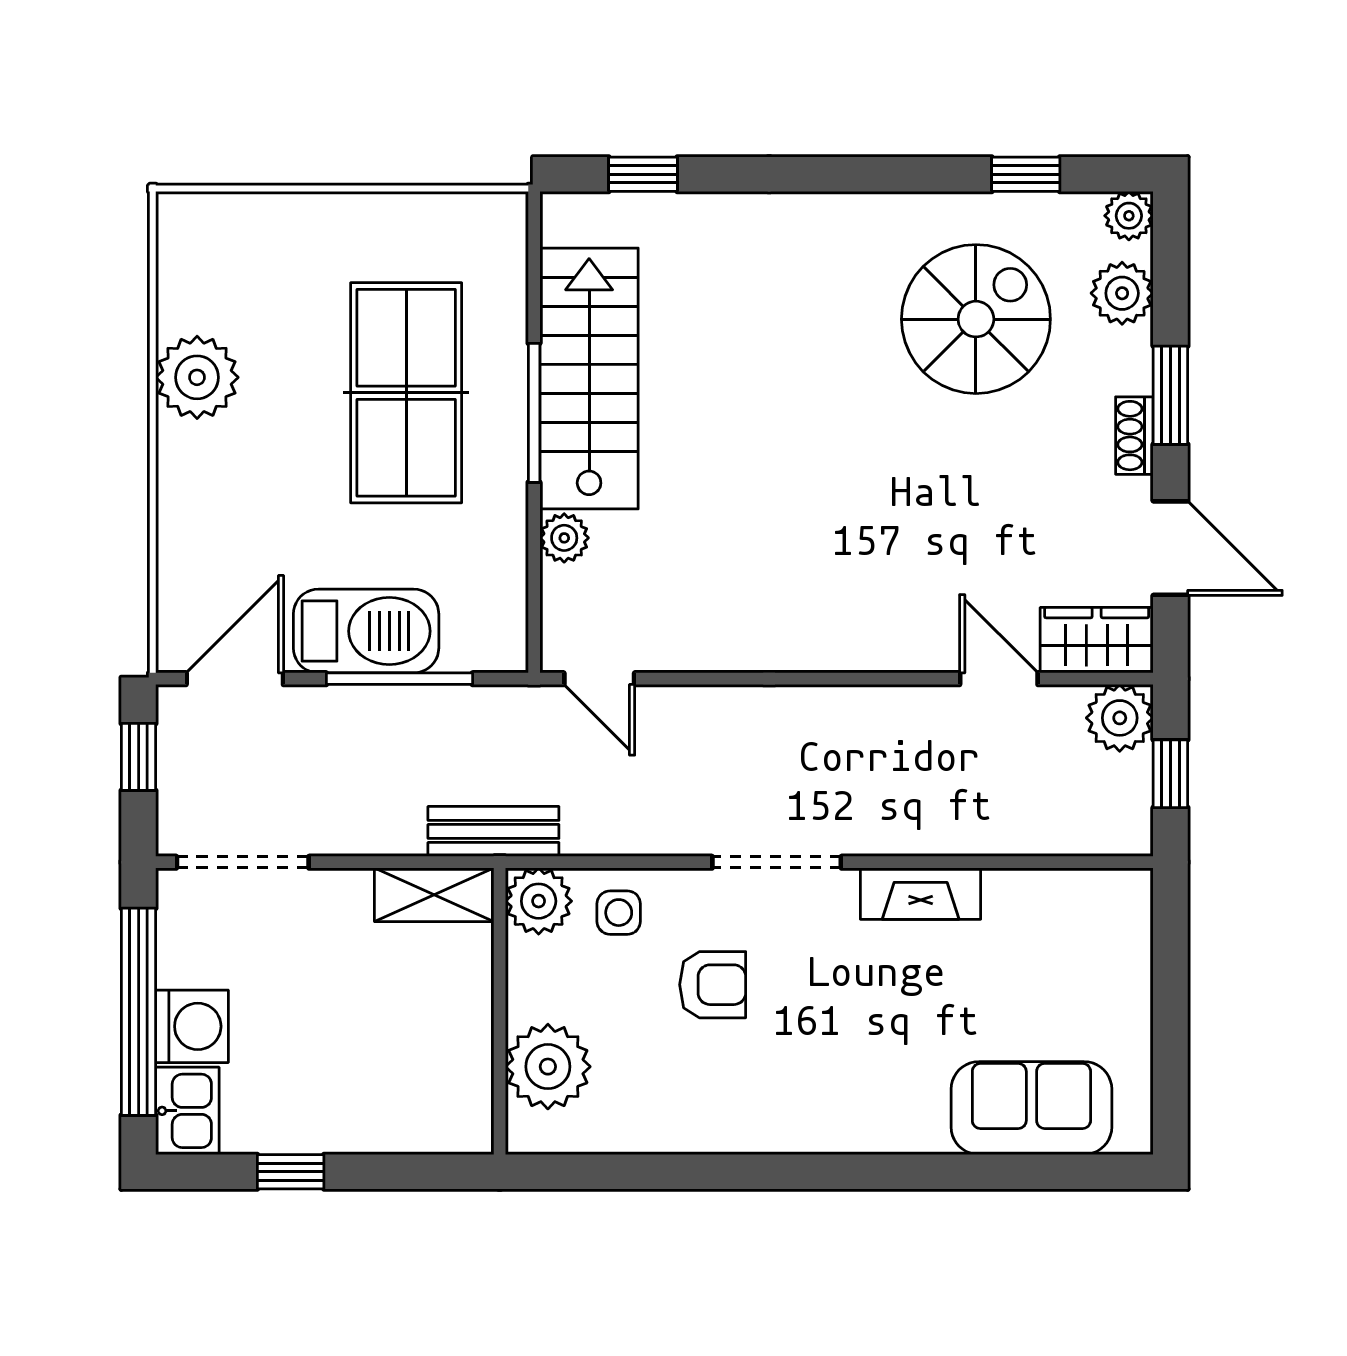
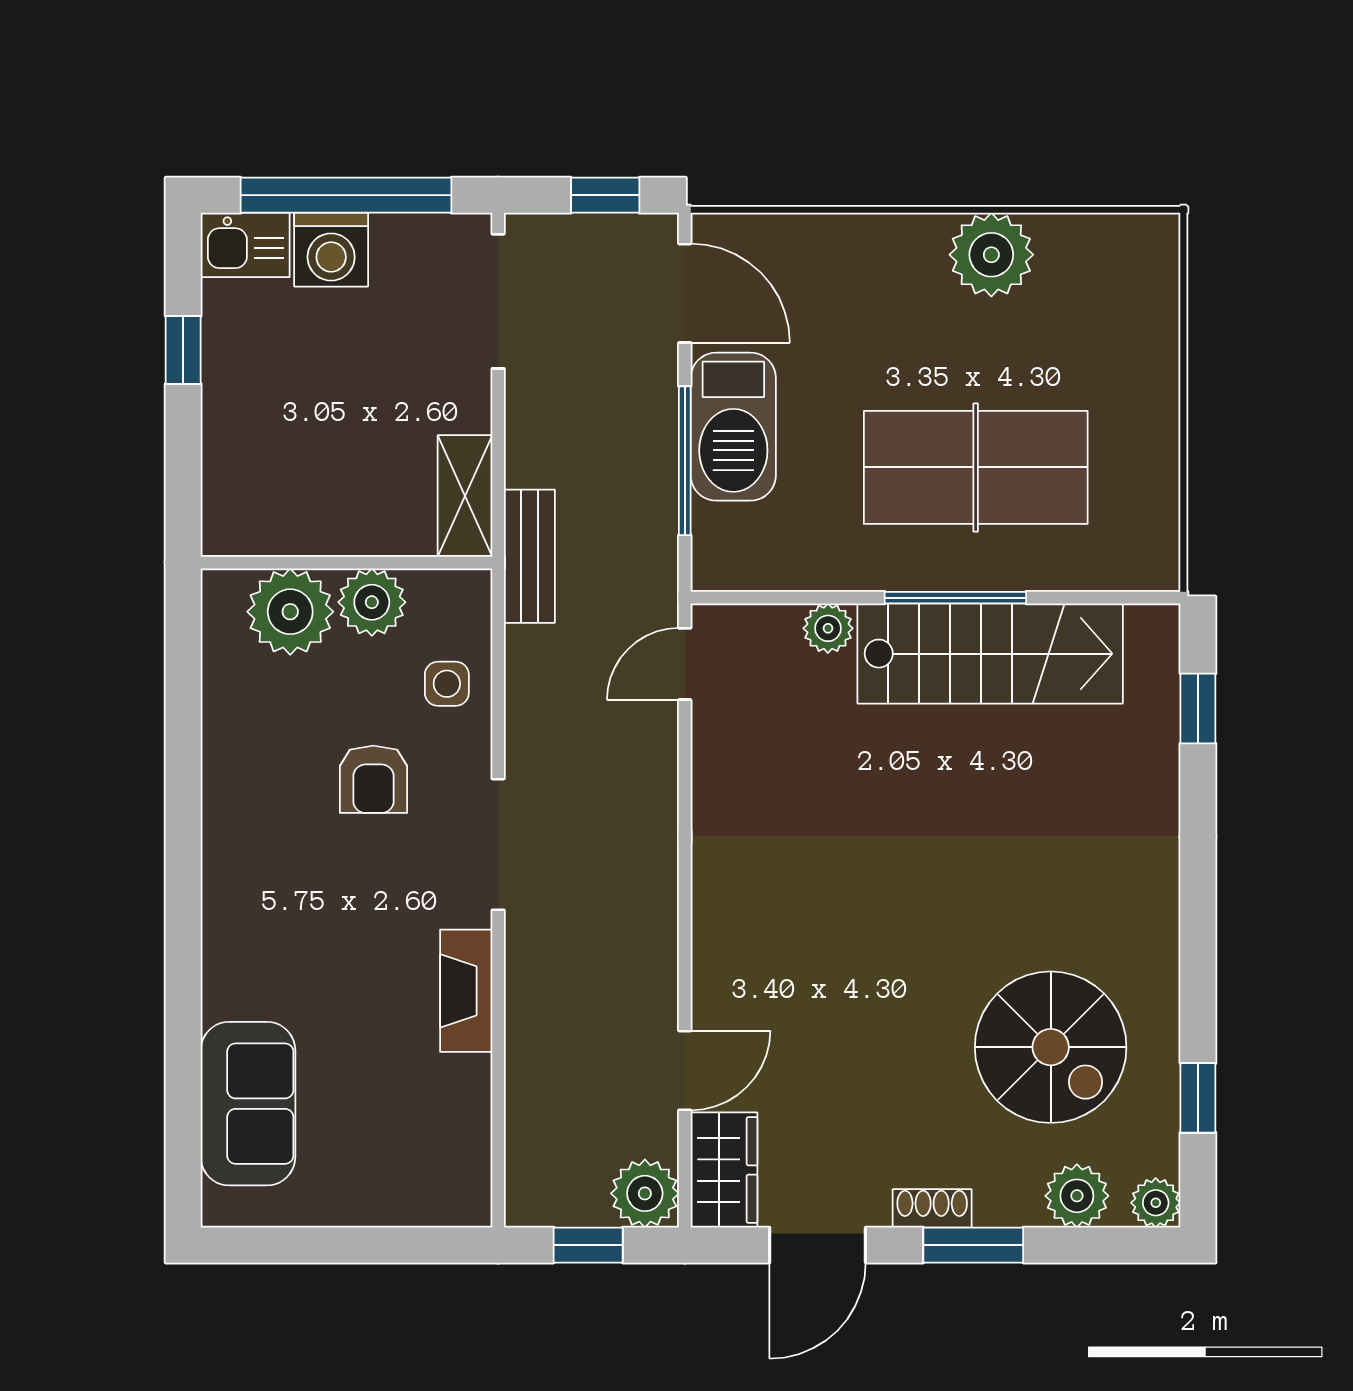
plant: (539, 901) -> (372, 602), moved

